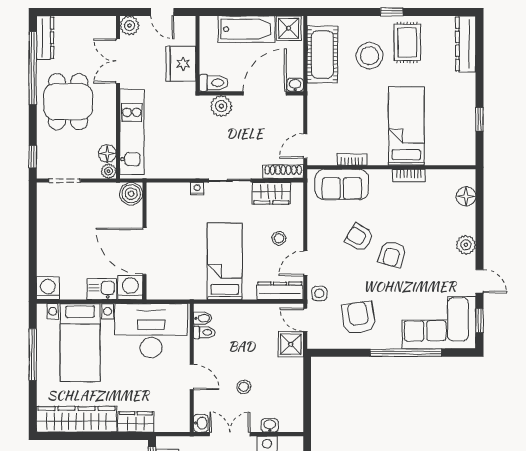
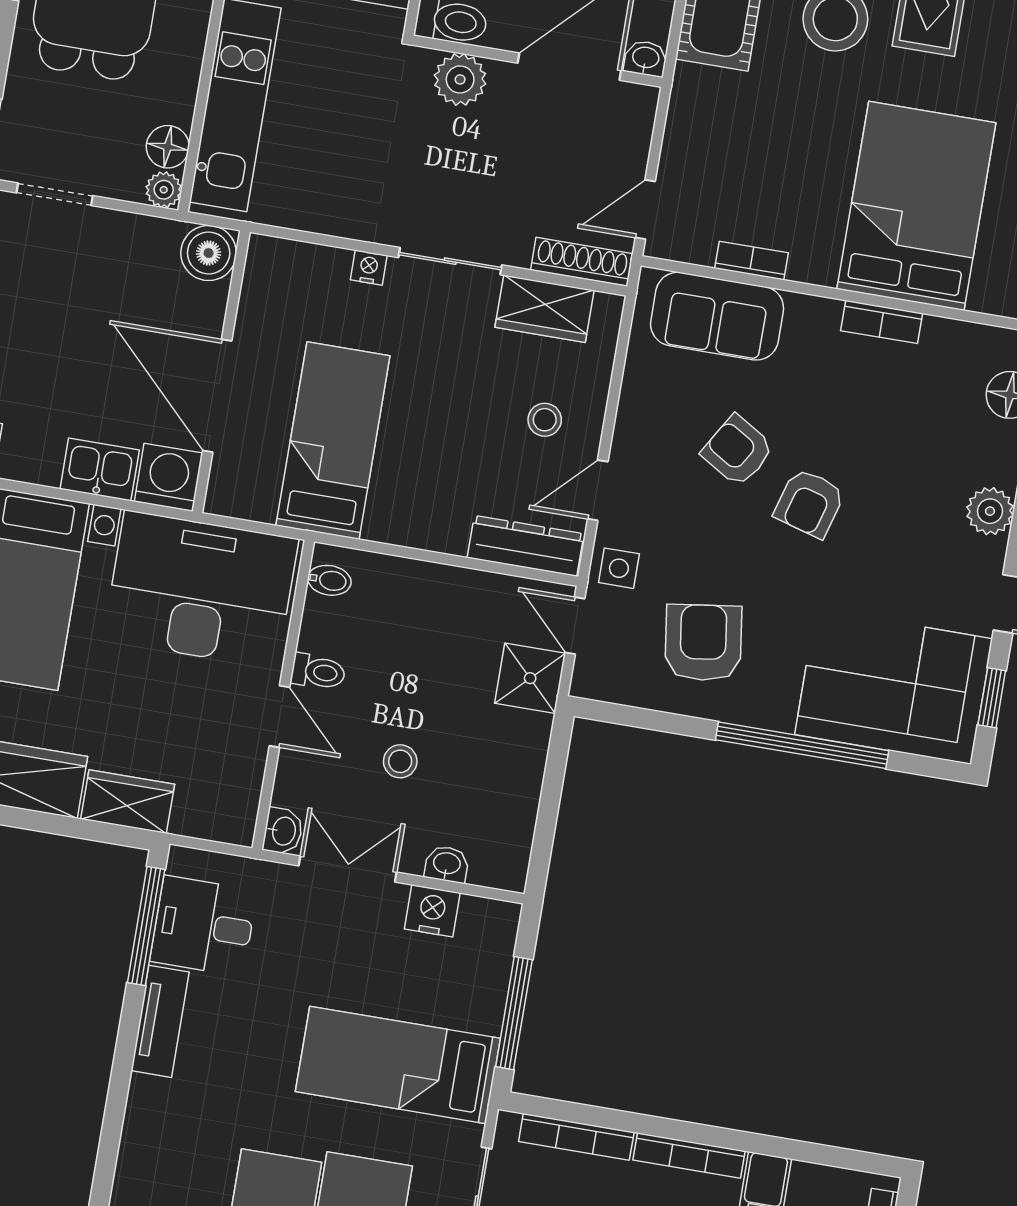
bed: (406, 126) -> (916, 206), width x1.50
bed: (225, 261) -> (333, 441), moved
toilet: (204, 332) -> (318, 672), moved

